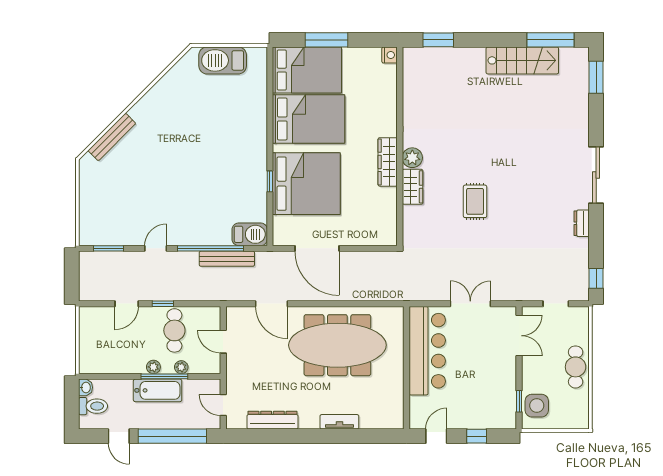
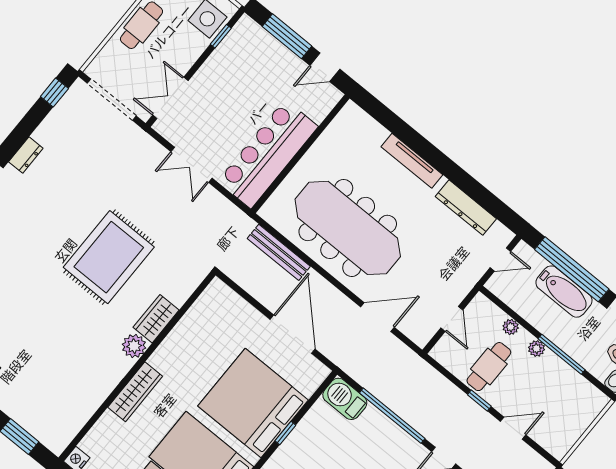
wardrobe: (388, 162) -> (135, 392), moved
rug: (475, 201) -> (109, 257), width x1.86, depth x2.06
bench: (227, 259) -> (279, 252), moved
door: (272, 304) -> (378, 317), hinge flipped
doorway: (556, 304) -> (112, 100), width x1.88
window: (164, 376) -> (562, 354), moved
bathtub: (158, 390) -> (564, 292), moved, turned 180
door: (223, 405) -> (500, 259), hinge flipped
tv unit: (339, 422) -> (412, 161), width x1.41
window: (477, 436) -> (287, 36), width x2.17

